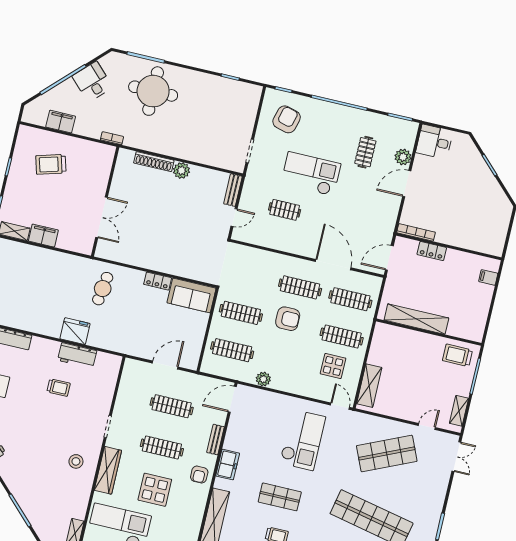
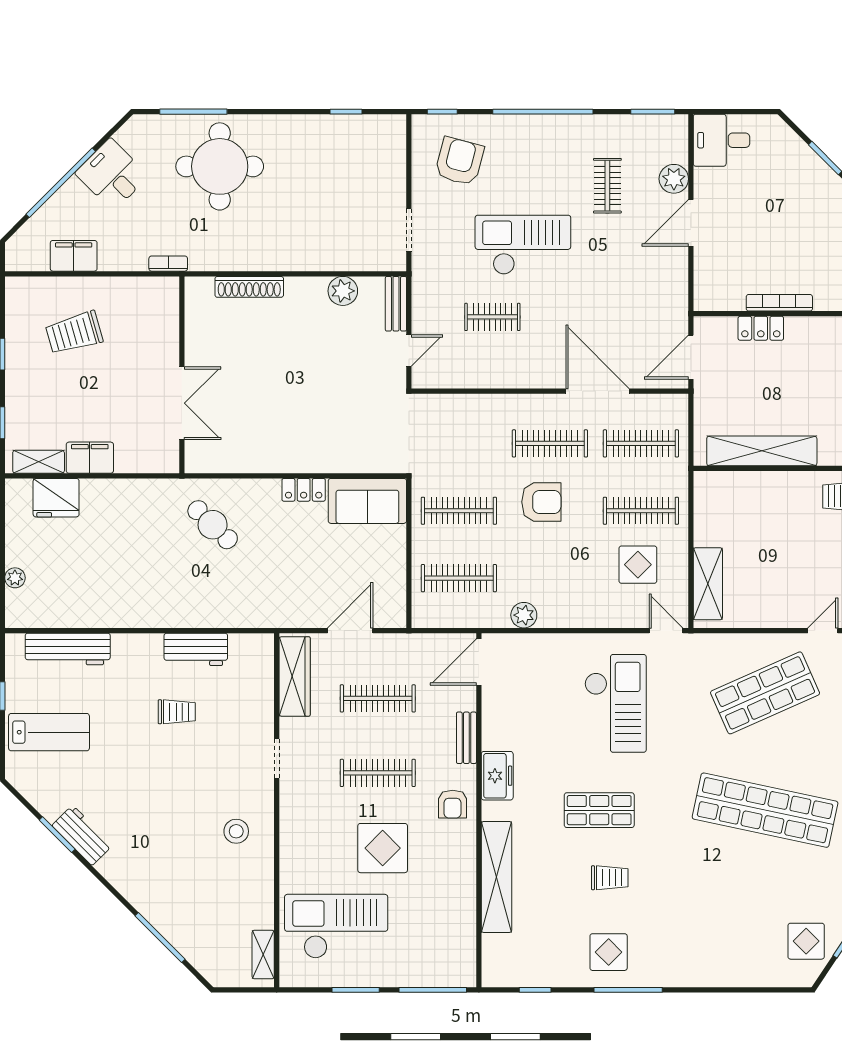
plant: (181, 170) -> (343, 291), moved
bookcase: (416, 232) -> (779, 303), moved
cafe table: (103, 289) -> (213, 525), turned -54
fridge: (75, 331) -> (56, 498), moved, turned 180
wardrobe: (108, 470) -> (295, 676), moved

